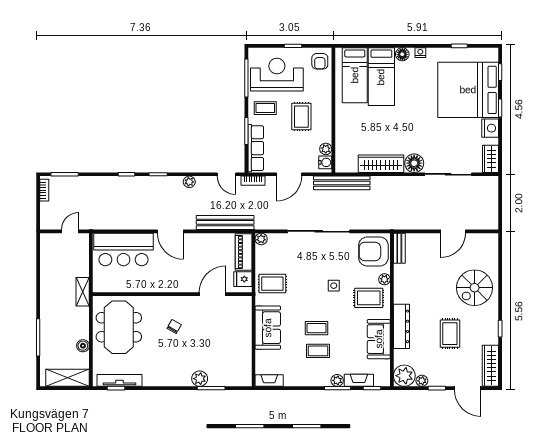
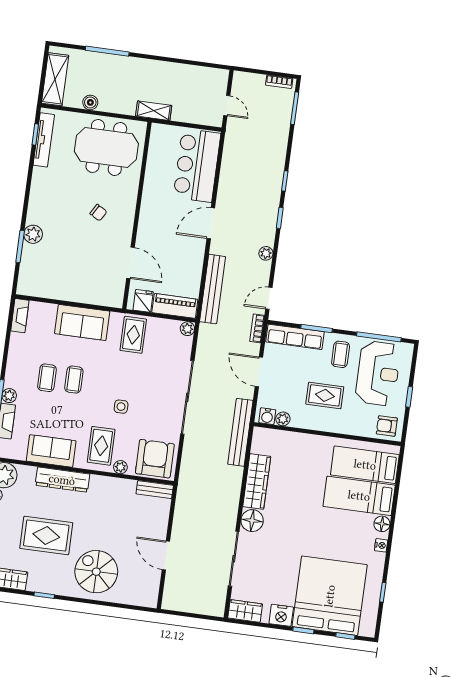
rug: (450, 334) -> (46, 536), width x1.36, depth x1.43

